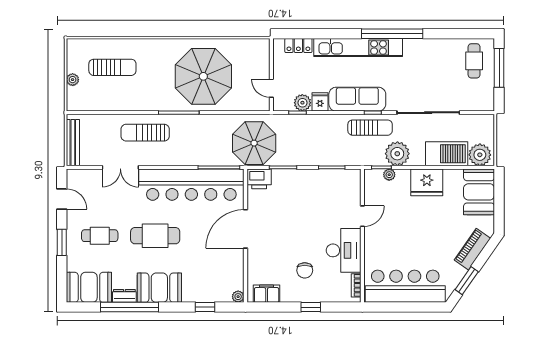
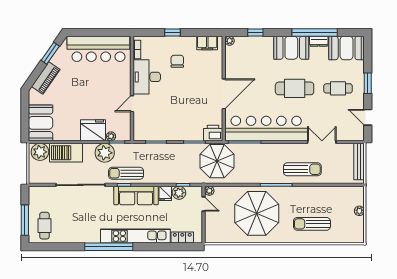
sun lounger: (112, 67) -> (312, 224), moved
plant: (264, 105) -> (209, 191), added
fridge: (427, 182) -> (93, 130), moved

